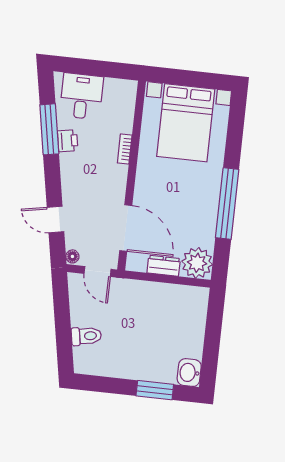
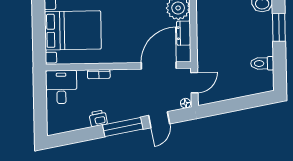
desk: (81, 96) -> (61, 87), moved, turned 90
window: (49, 129) -> (123, 127), moved
toilet: (86, 336) -> (262, 63), moved, turned -80

